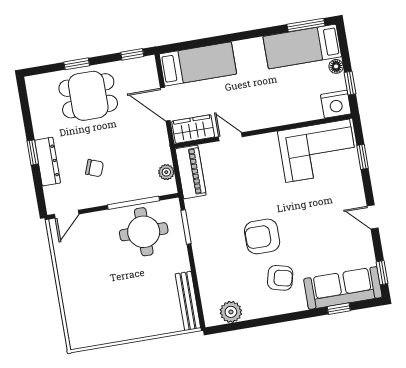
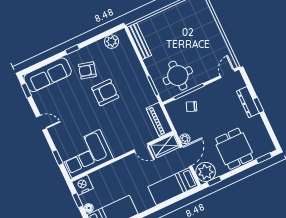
window: (77, 64) -> (264, 158), moved
plant: (142, 72) -> (206, 172), added
dining table: (88, 96) -> (234, 149), turned 90
door: (165, 104) -> (186, 157), hinge flipped
chair: (94, 168) -> (191, 107), moved
plant: (166, 172) -> (185, 139), moved
window: (339, 309) -> (72, 50), moved

